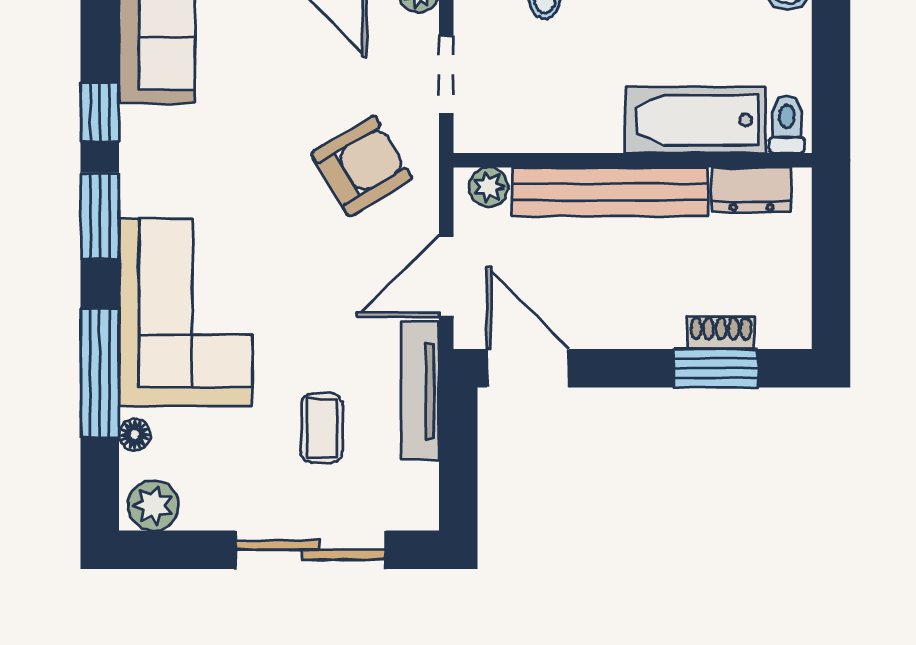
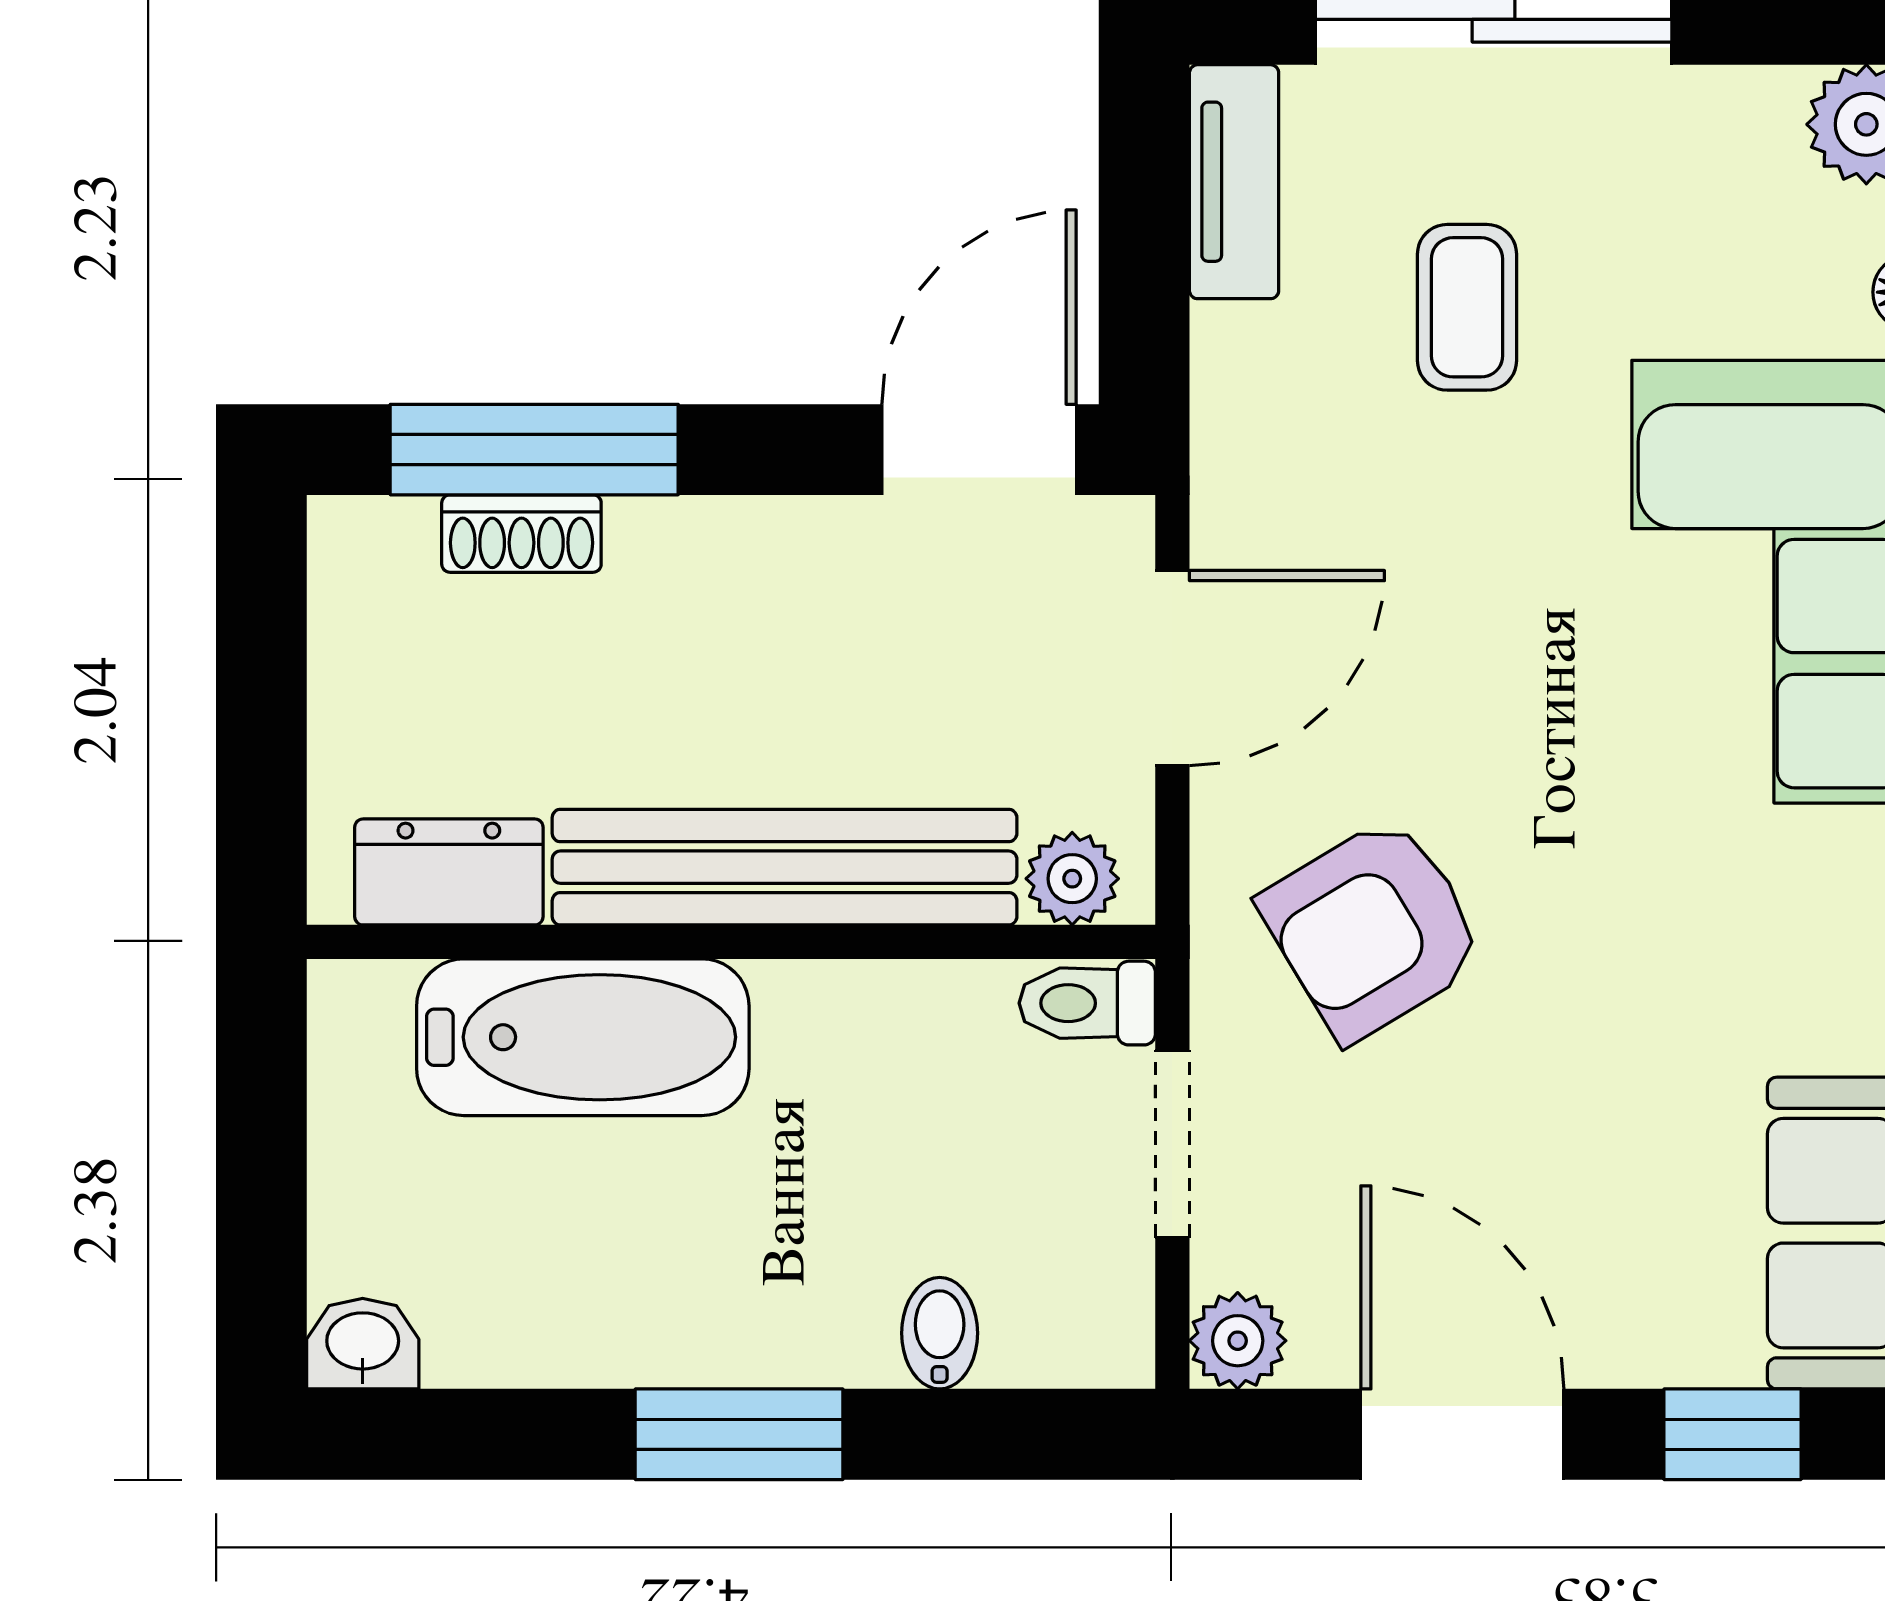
toilet: (787, 124) -> (1087, 1003), moved, turned 90
door: (528, 368) -> (979, 450), swing flipped
window: (716, 368) -> (534, 450), width x1.44
tv unit: (420, 391) -> (1234, 182), moved, width x0.71

